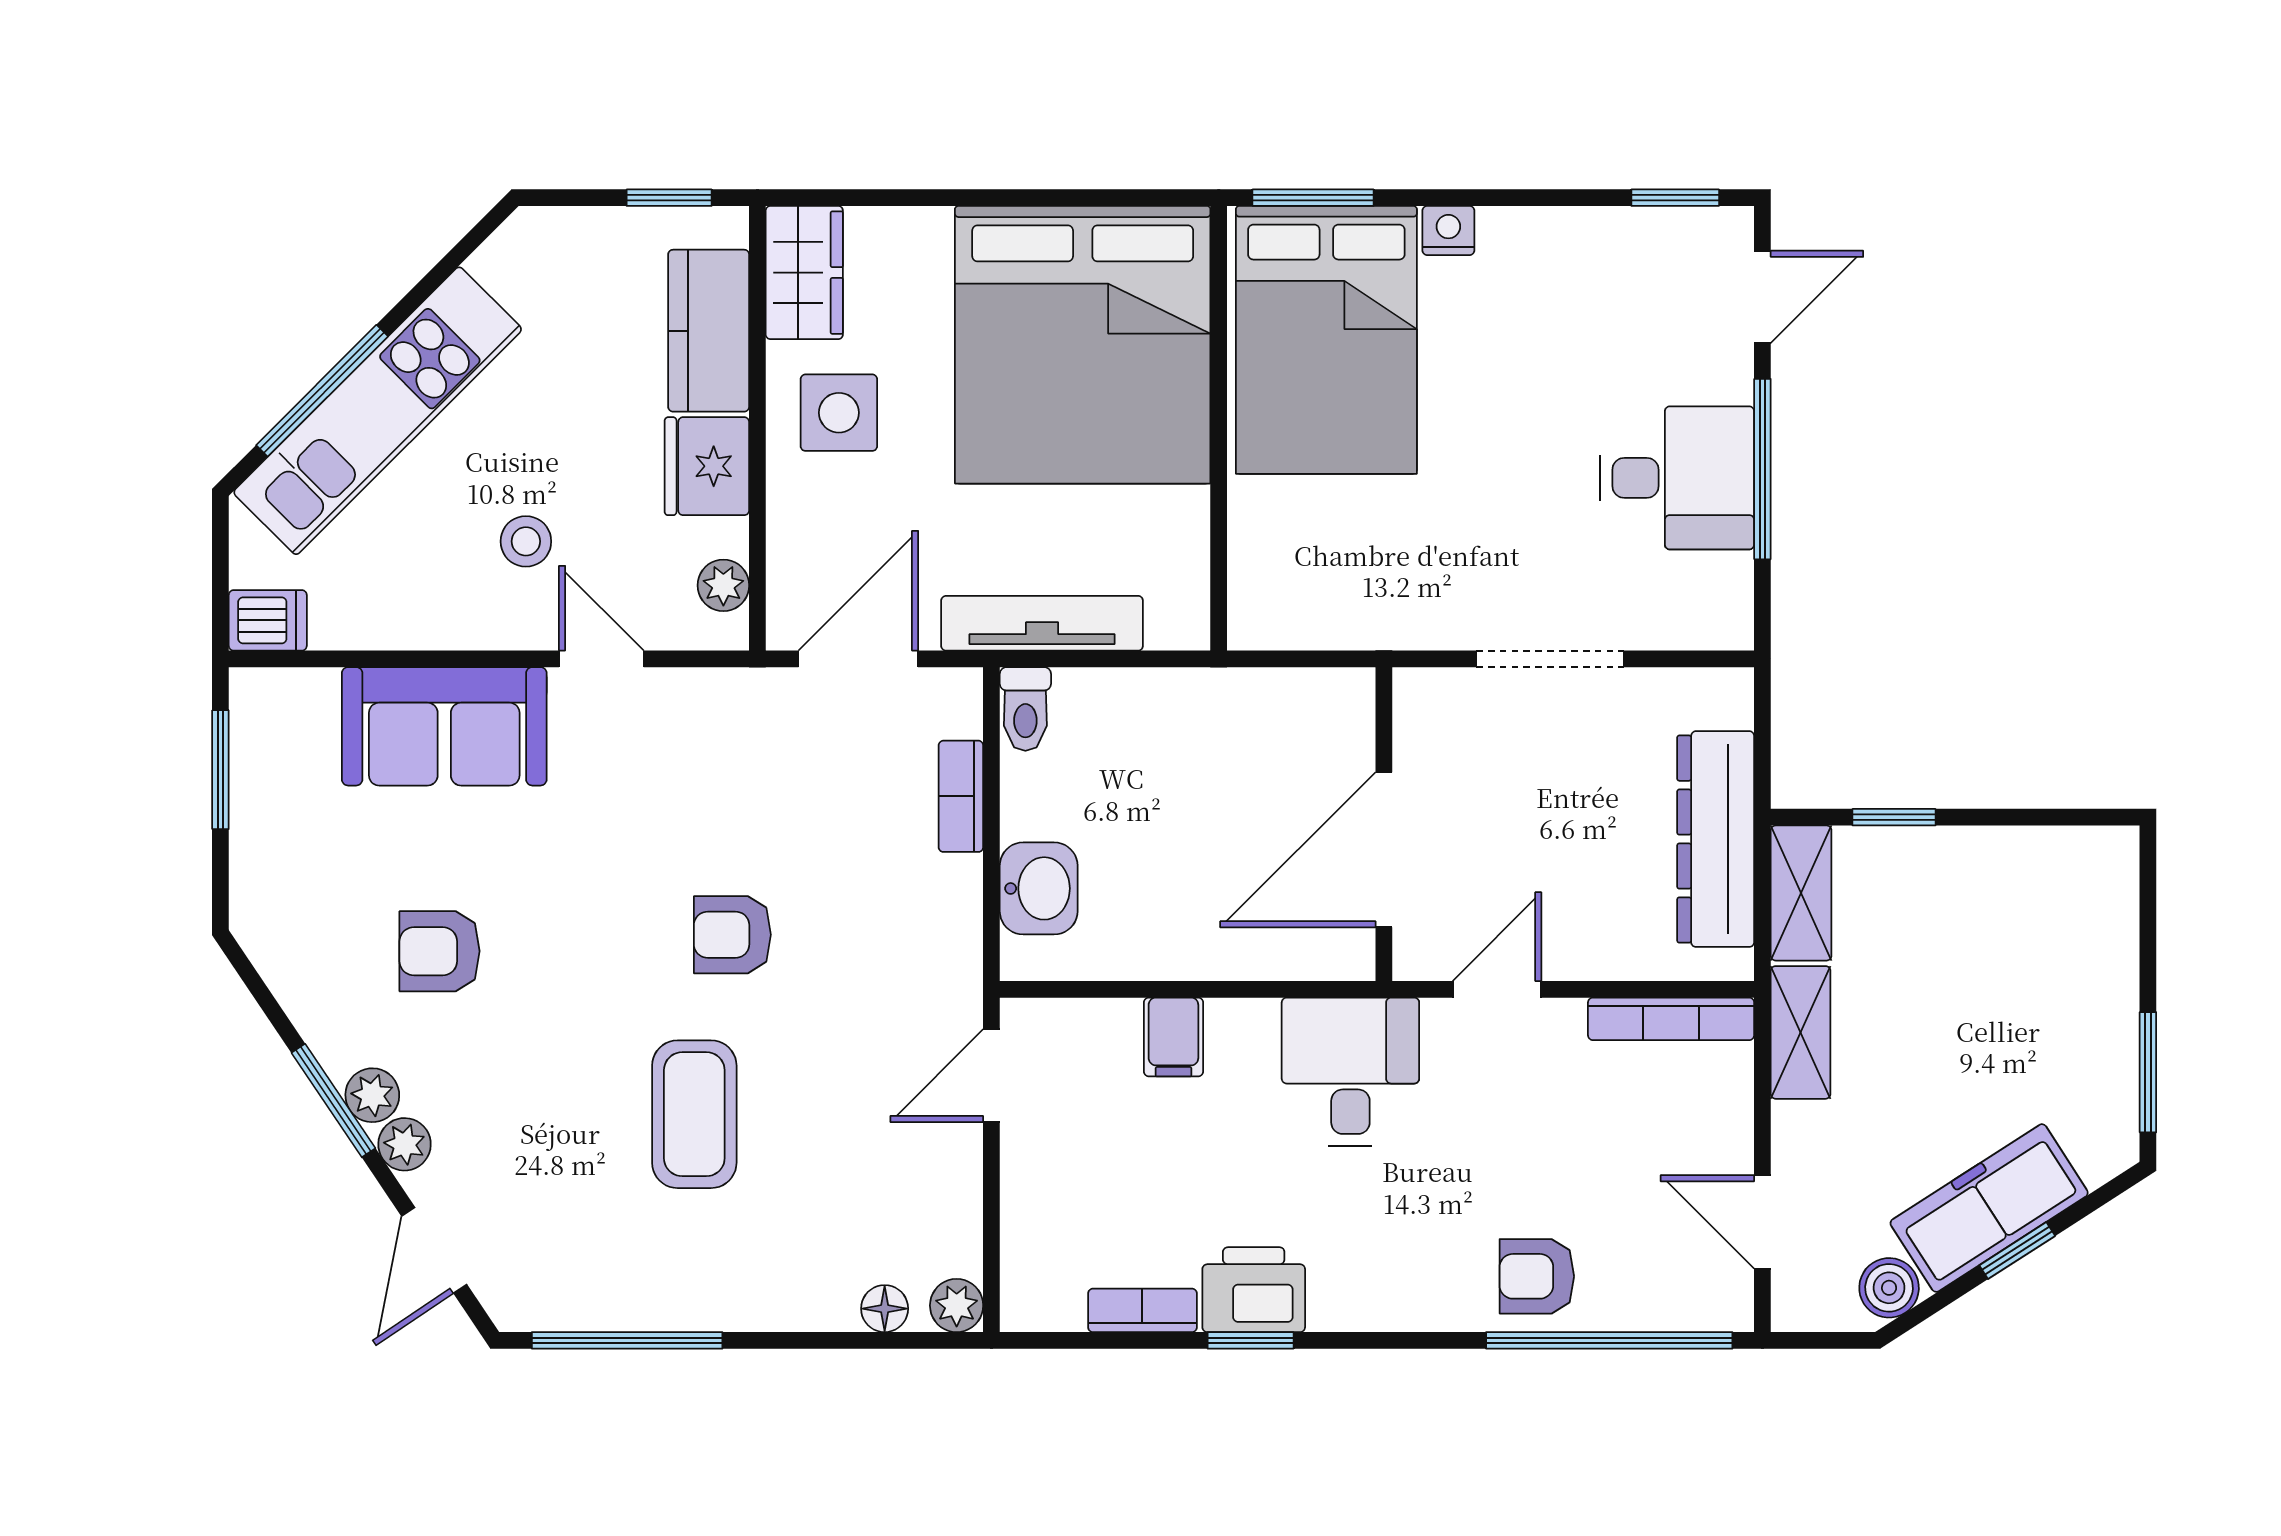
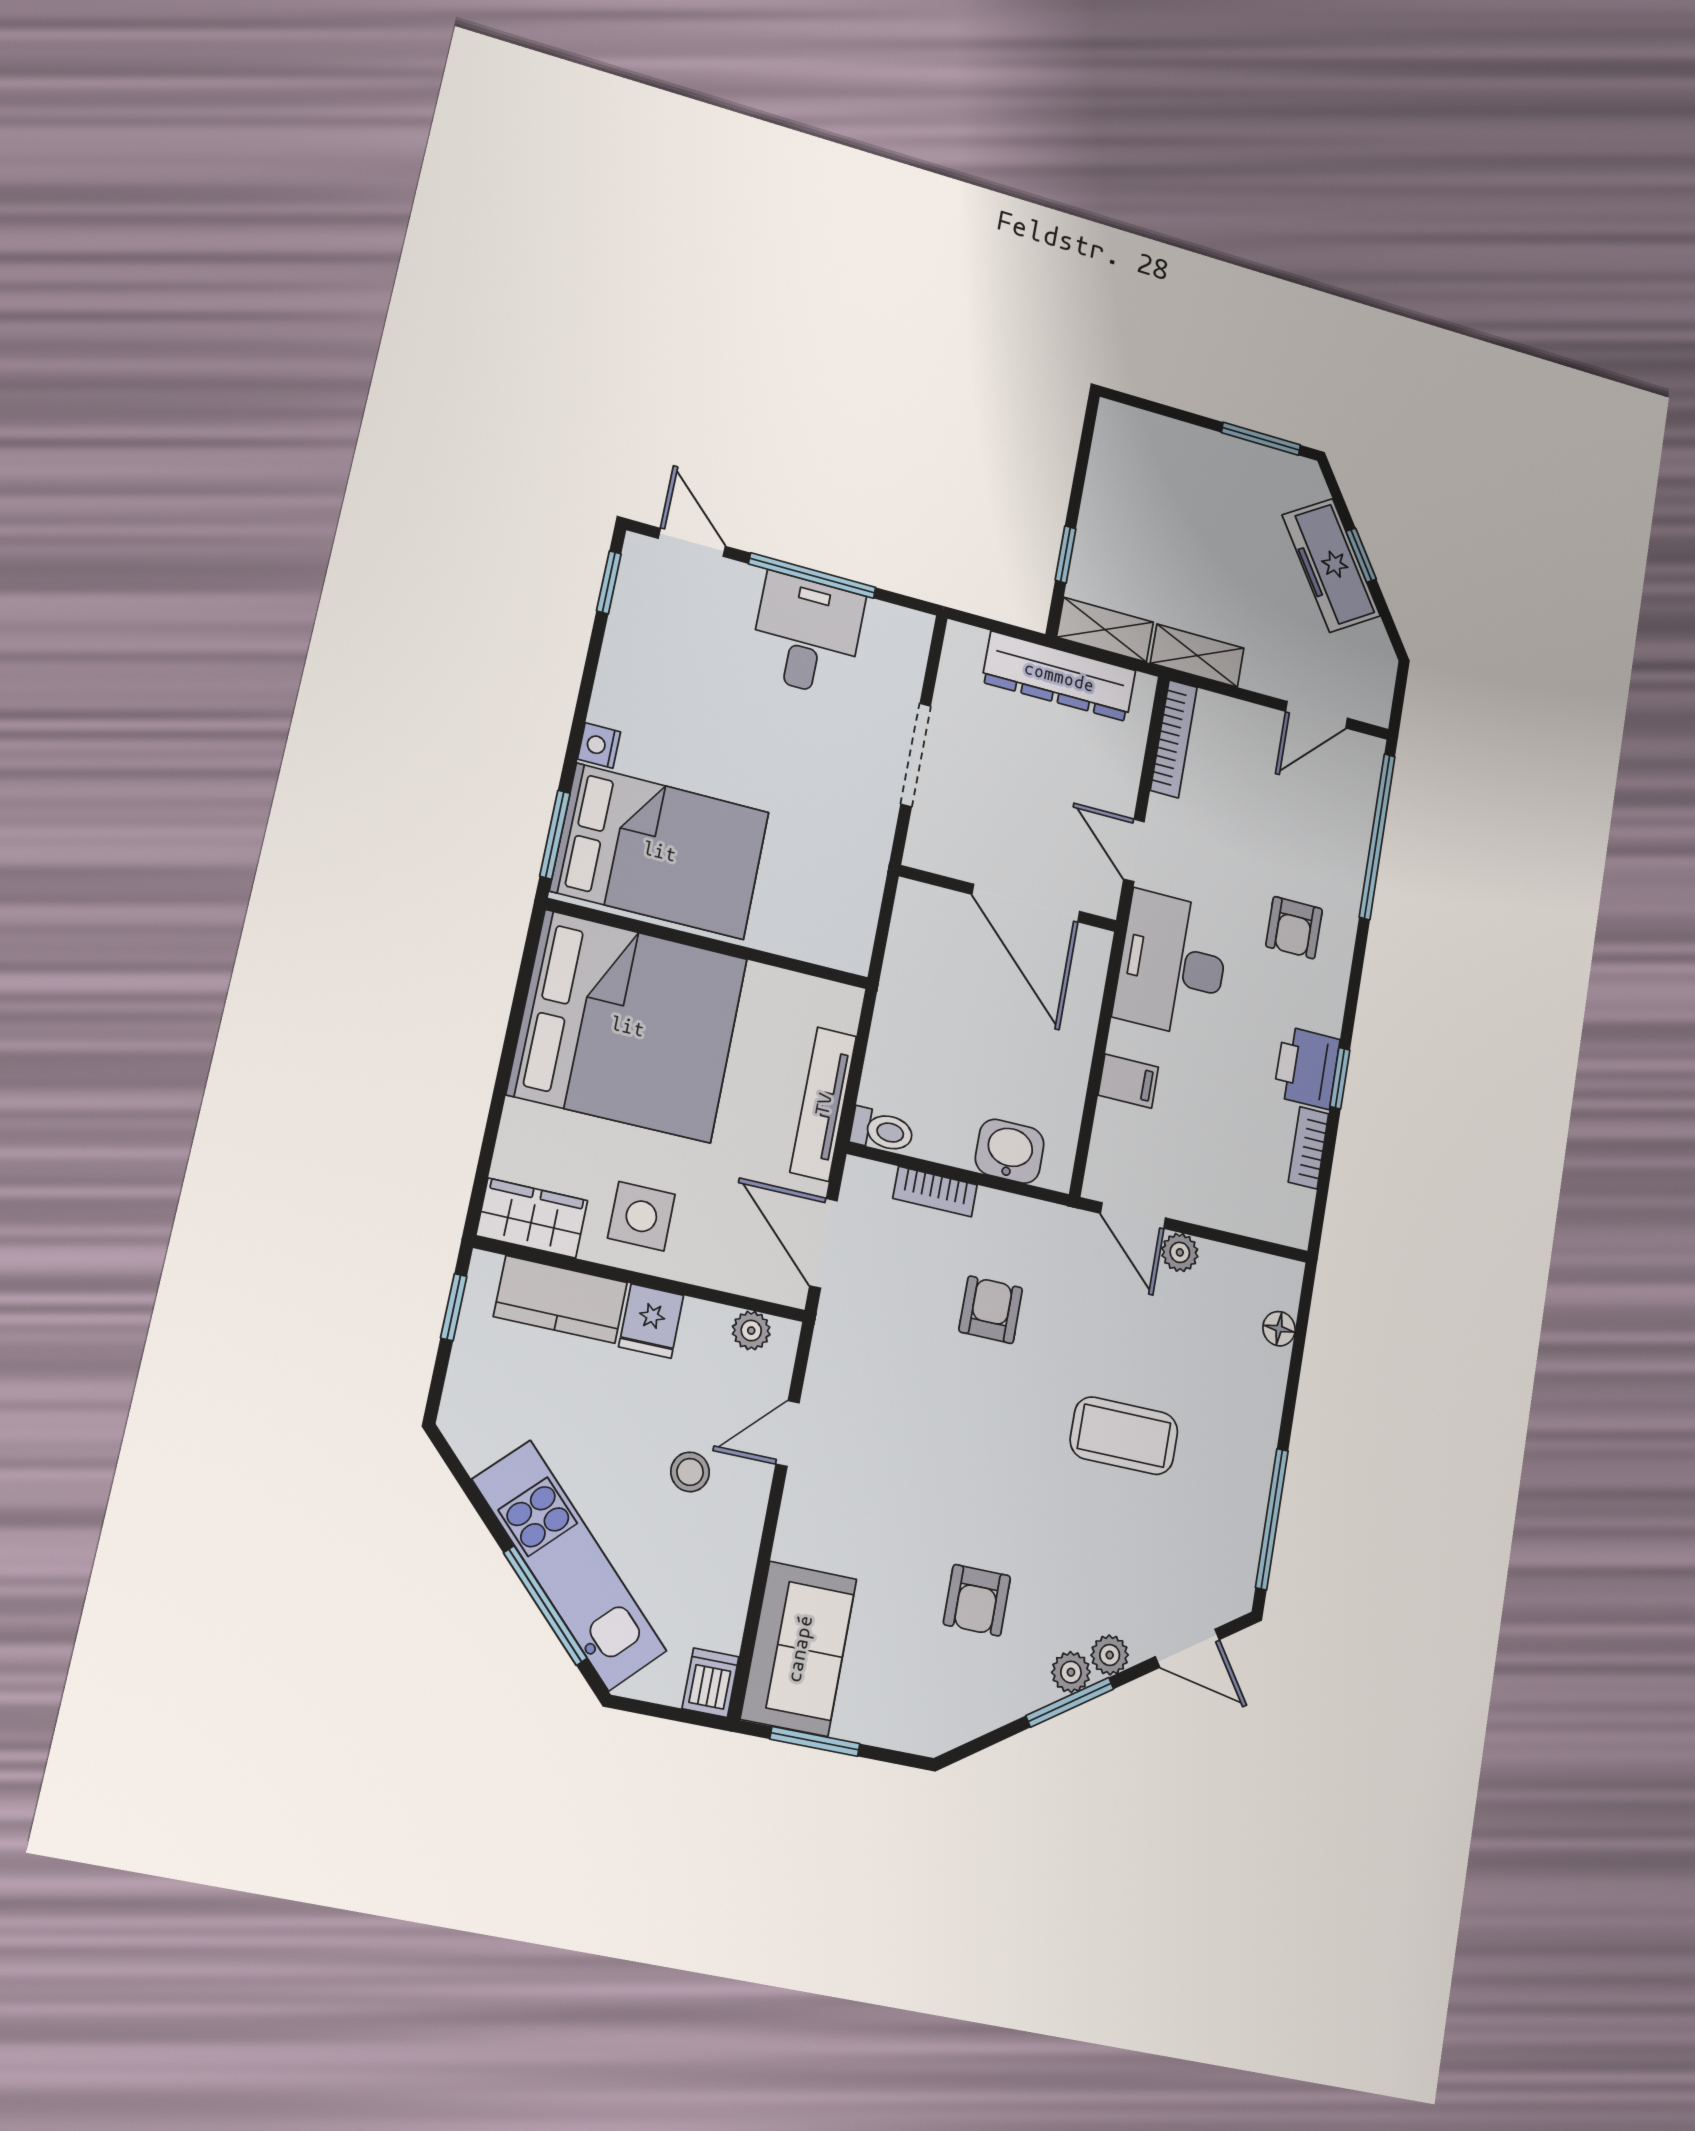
fridge: (707, 466) -> (651, 1321), width x0.72
sofa: (444, 726) -> (799, 1649), moved
armchair: (732, 935) -> (991, 1310), moved, turned 180
desk: (1350, 1072) -> (1172, 965), width x1.37
armchair: (1537, 1276) -> (1294, 928), moved
boiler: (1889, 1288) -> (1372, 644), removed
plant: (957, 1305) -> (1180, 1252), moved

